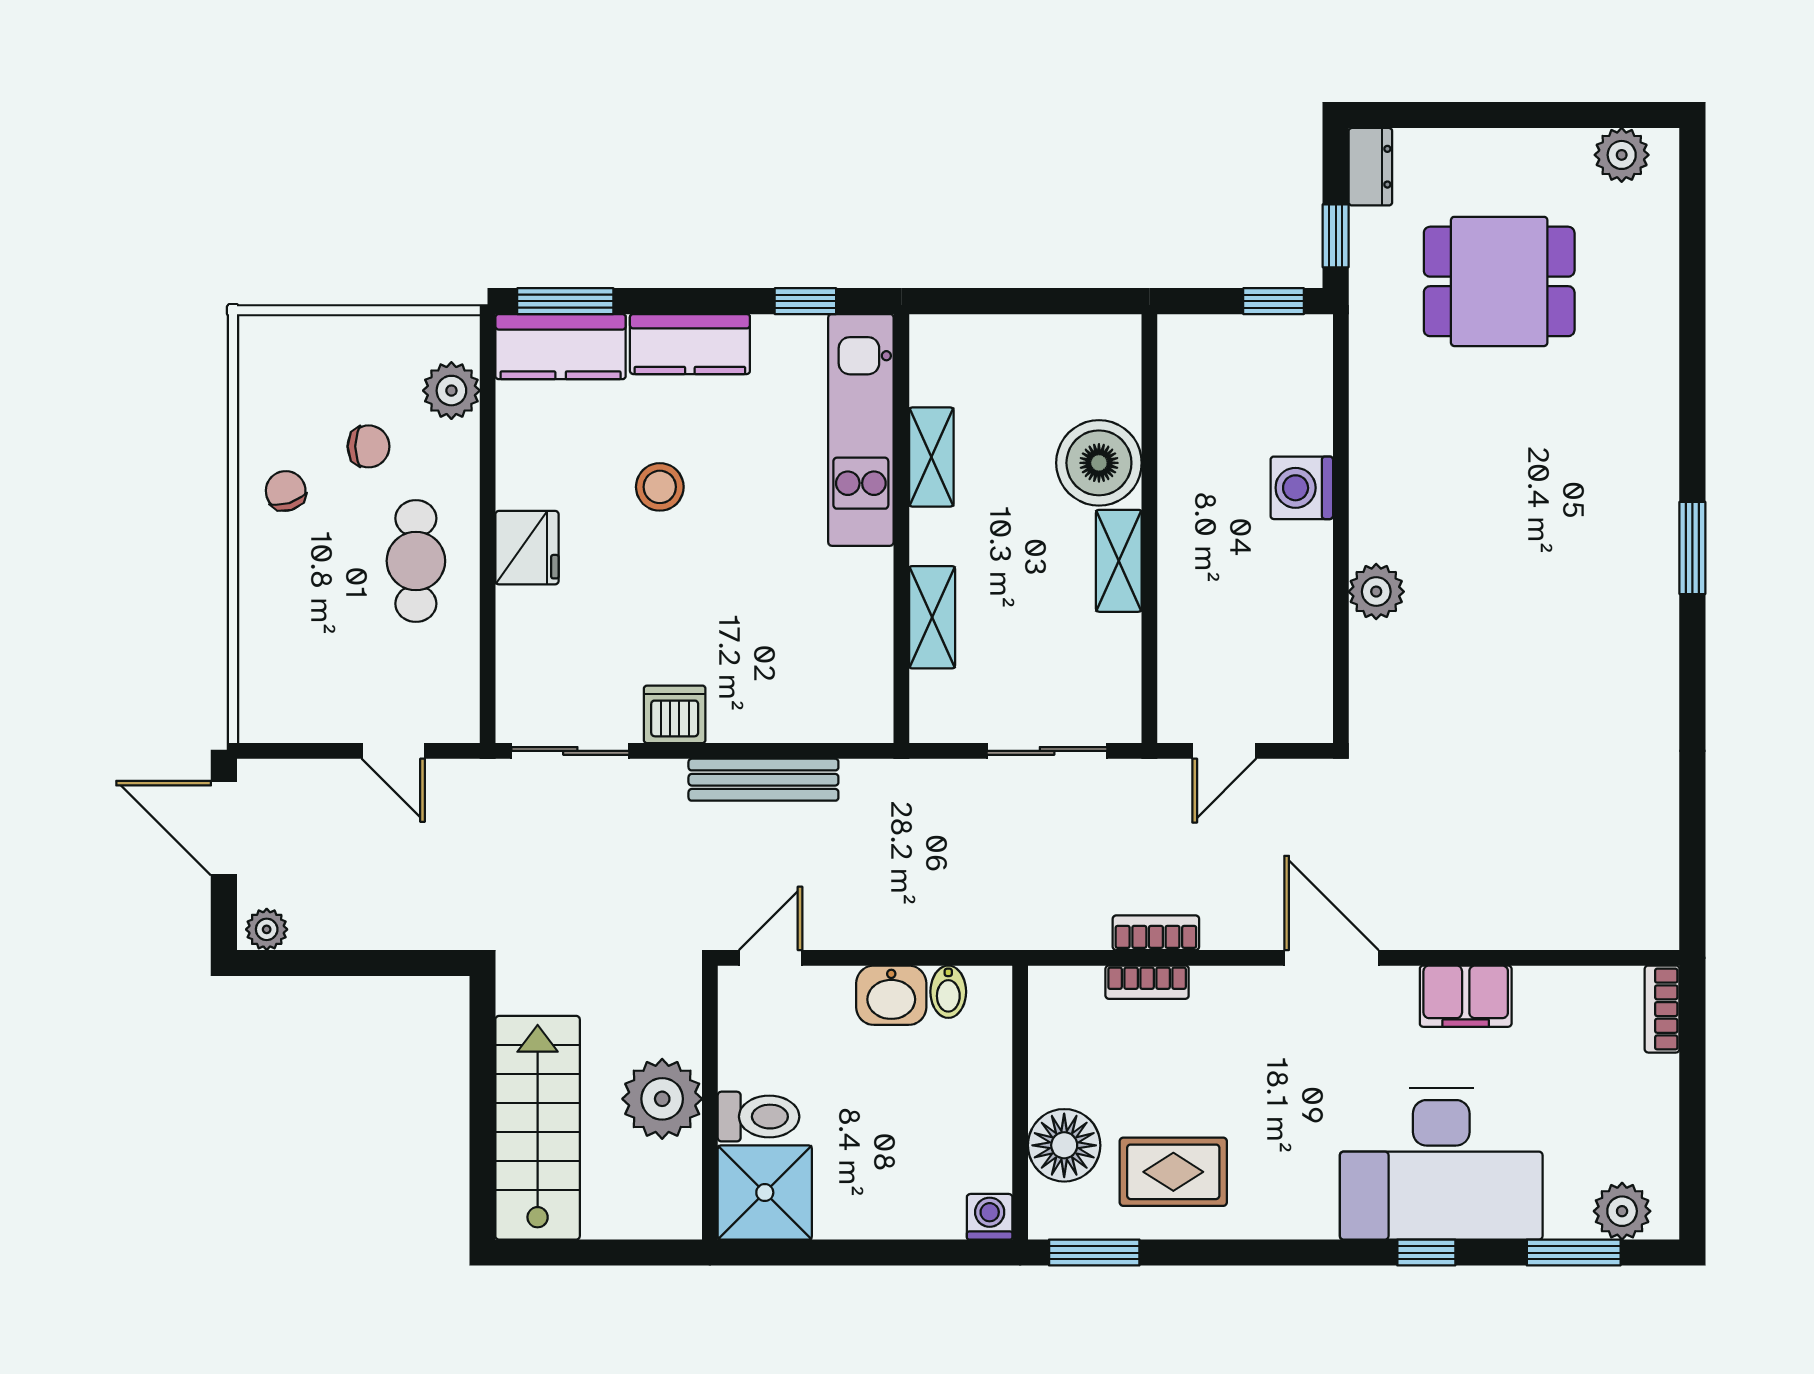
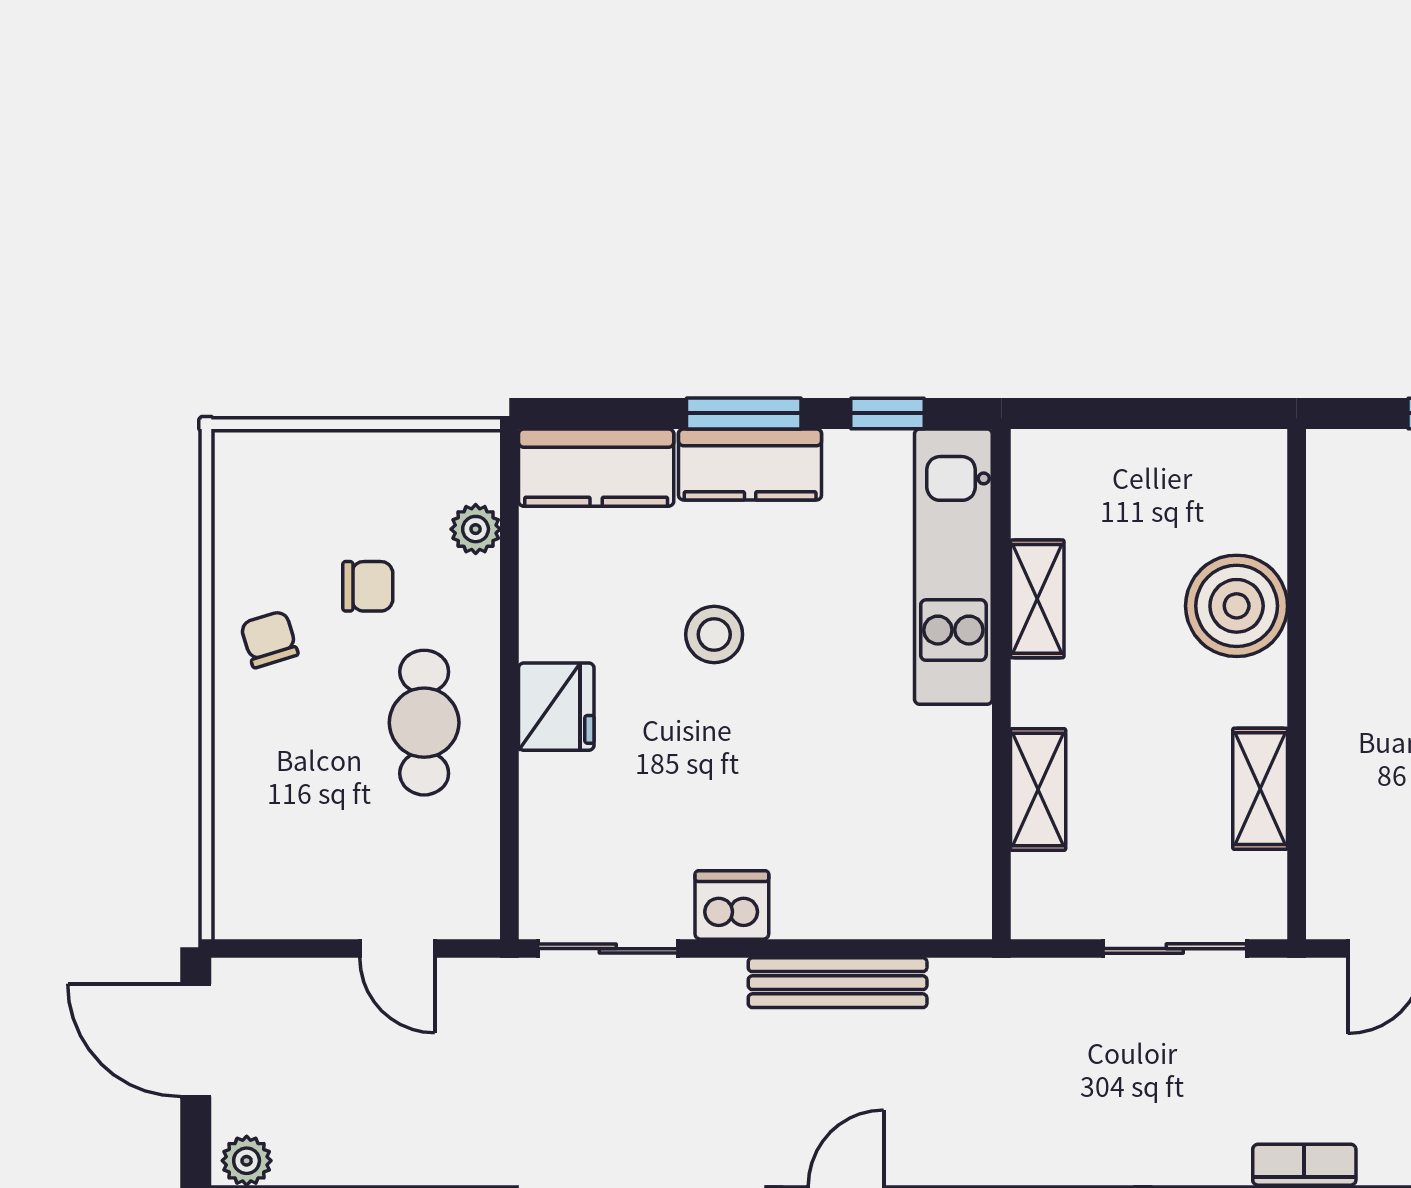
window: (565, 301) -> (744, 413), moved
plant: (451, 391) -> (476, 529), width x0.73, depth x0.73
shelving: (1119, 561) -> (1260, 789), moved

